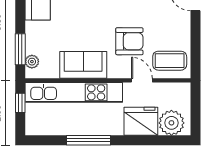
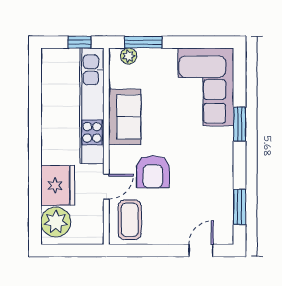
window: (89, 140) -> (35, 123), removed

